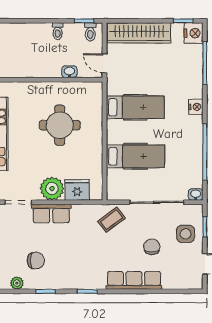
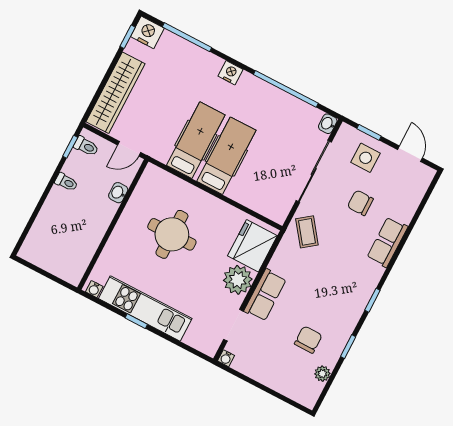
hospital bed: (135, 156) -> (226, 156), moved
fridge: (77, 190) -> (252, 246), width x1.36, depth x1.34
row of seats: (134, 280) -> (387, 242), width x0.68

